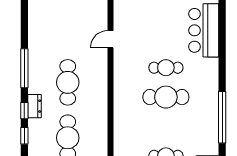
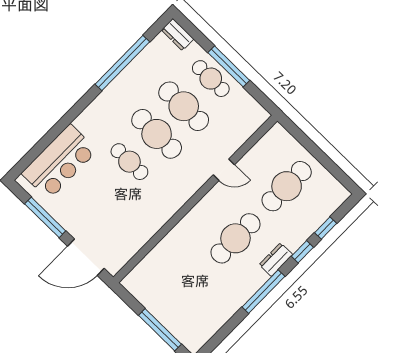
door: (110, 39) -> (224, 170), moved
dresser: (34, 106) -> (276, 260), moved
cafe table: (166, 126) -> (184, 106), added

